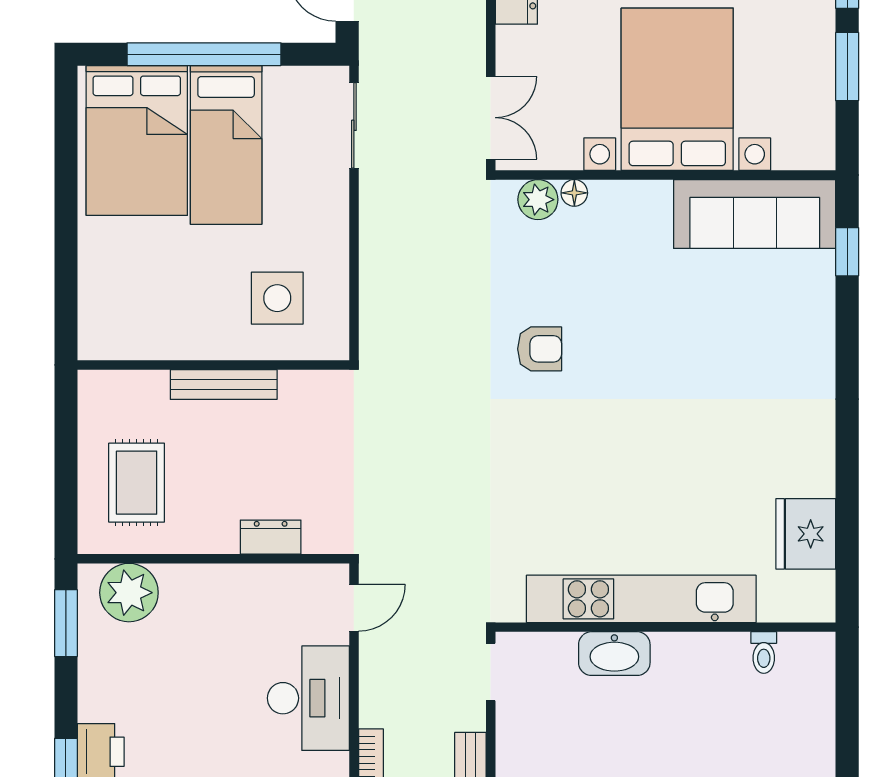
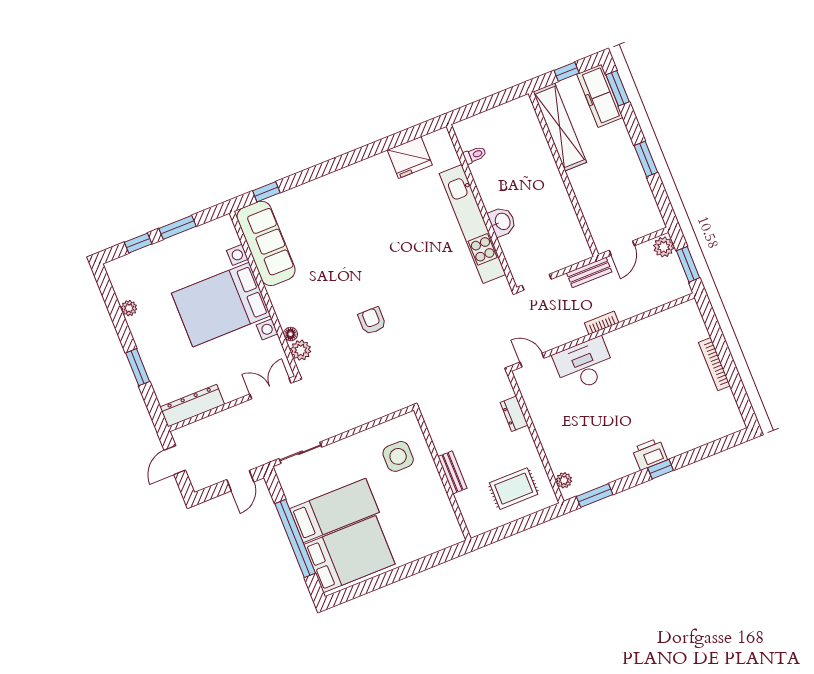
bench: (224, 384) -> (453, 472), width x0.73
plant: (129, 593) -> (564, 480), width x0.53, depth x0.53
washbasin: (614, 654) -> (502, 222), width x0.72

